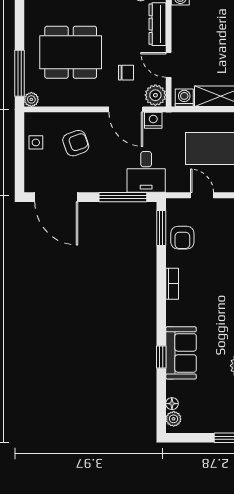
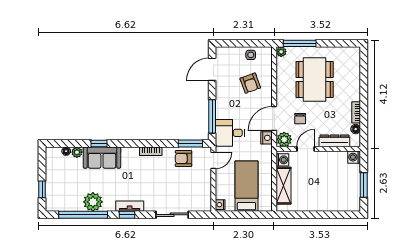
door: (202, 195) -> (213, 160), moved
door: (56, 197) -> (212, 69), width x0.73
plant: (174, 419) -> (77, 152), moved

